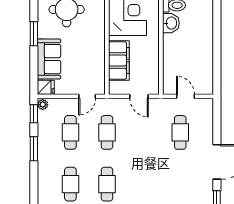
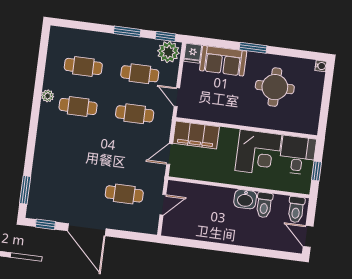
filing cabinet: (119, 61) -> (196, 135), moved
plant: (43, 105) -> (168, 52), width x1.87, depth x1.87

